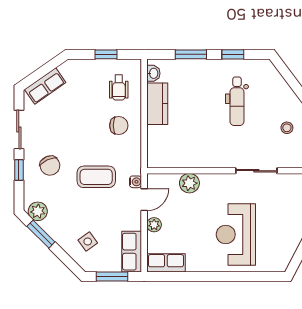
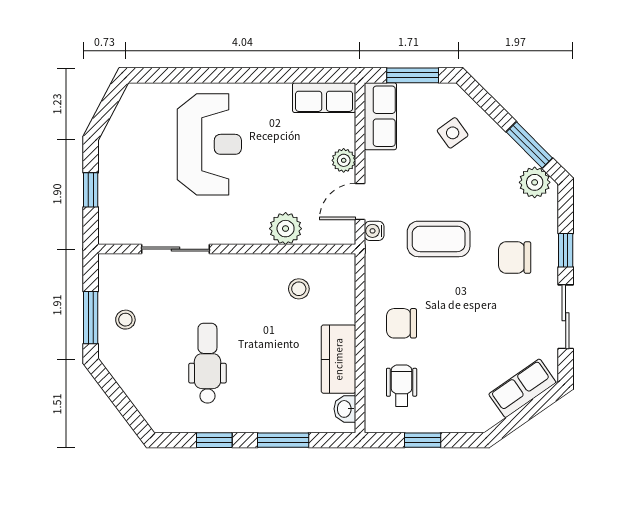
stool: (181, 147) -> (299, 289), added
chair: (50, 166) -> (515, 258), turned -65

